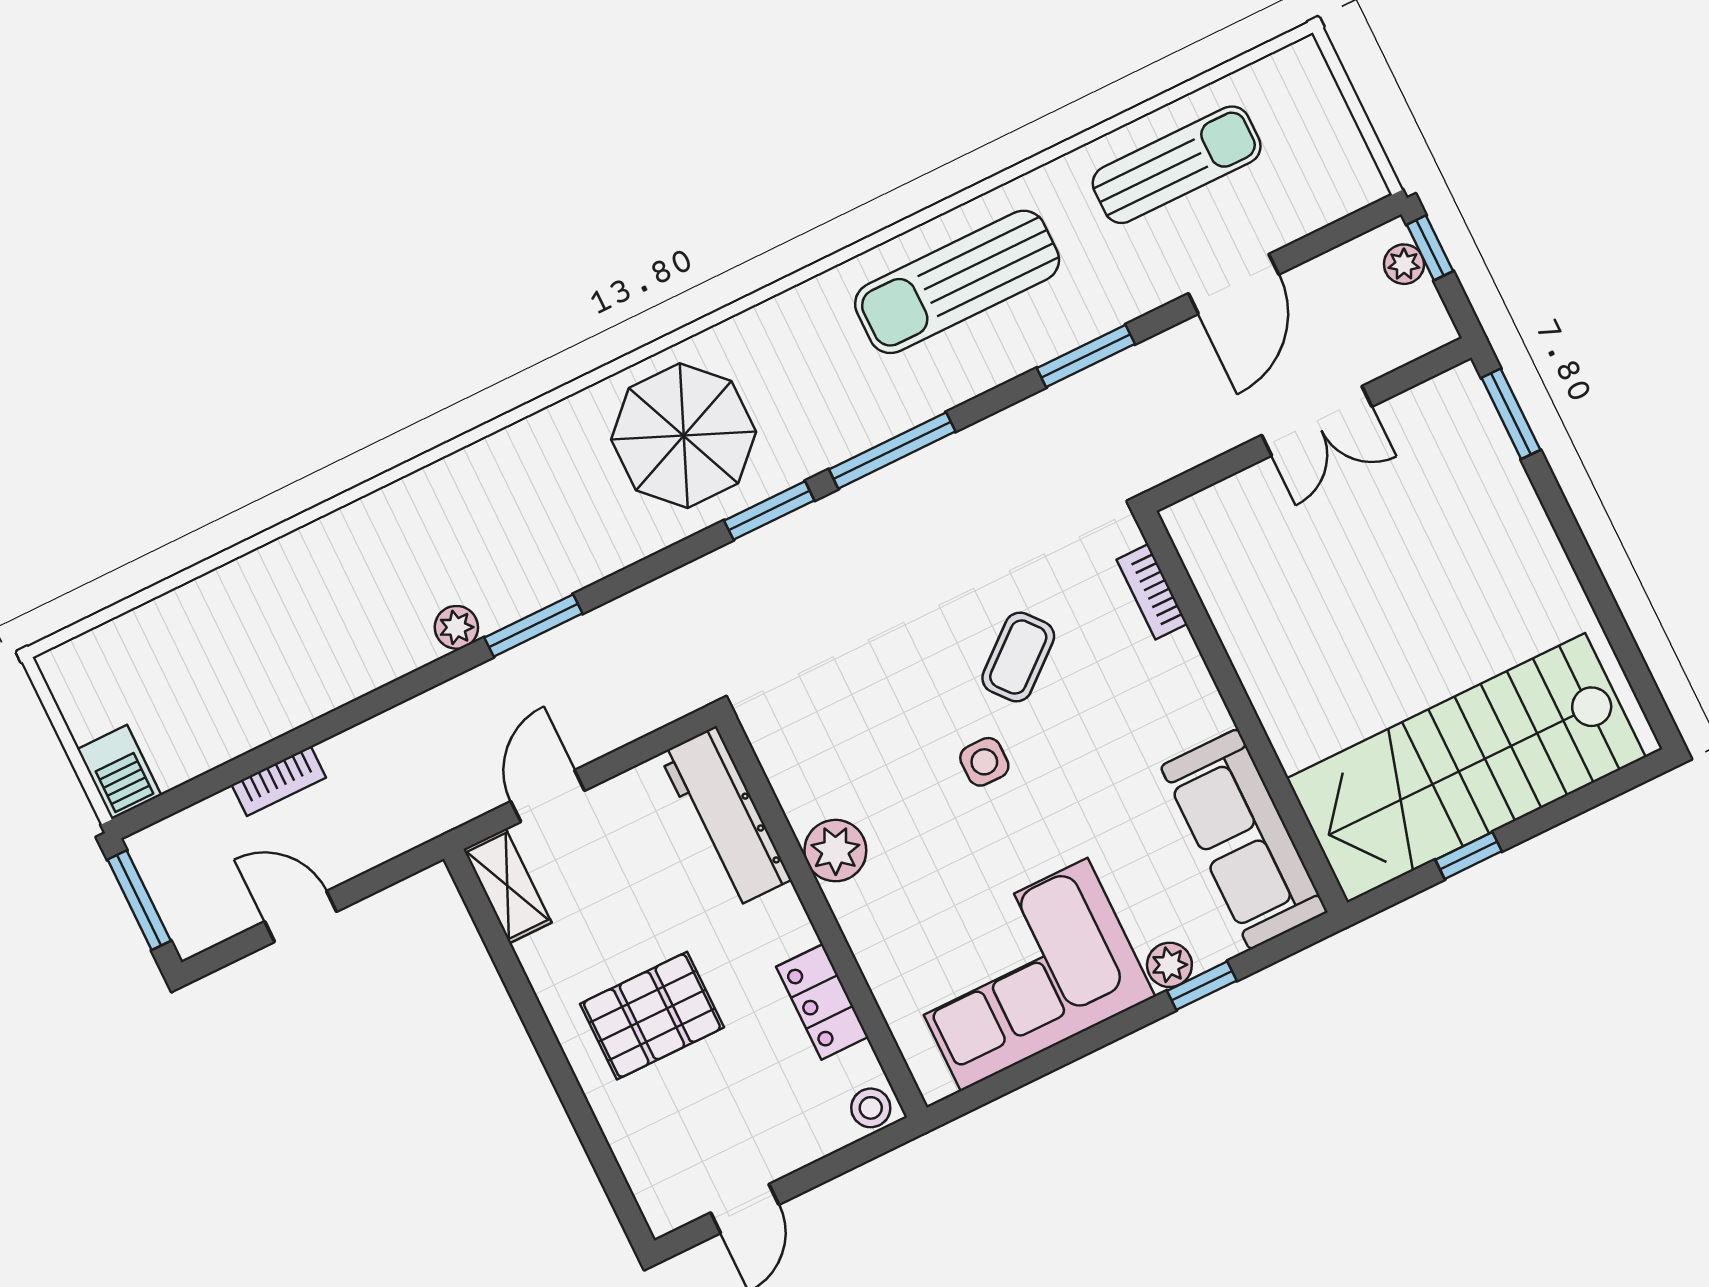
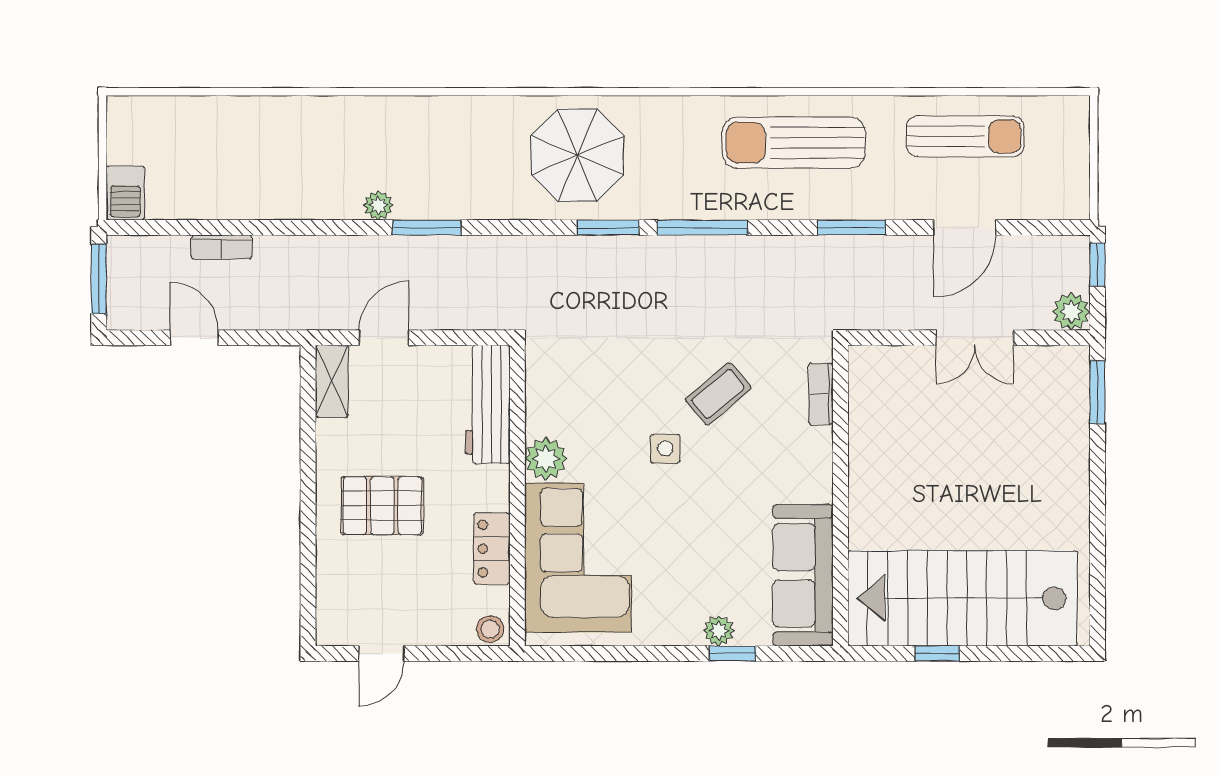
plant: (1404, 264) -> (1071, 312), moved, width x1.38, depth x1.38
corner sofa: (1024, 974) -> (578, 558), moved, turned 90

